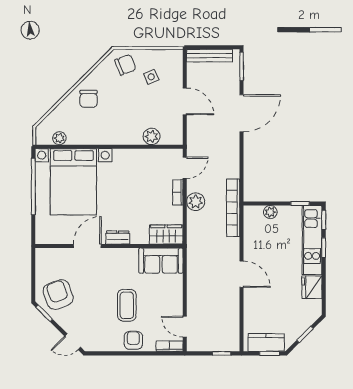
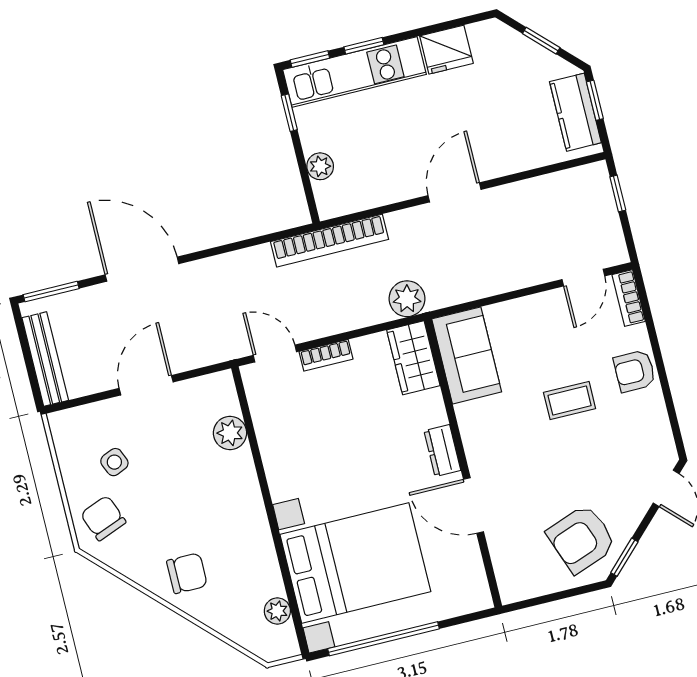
plant: (196, 202) -> (407, 299), moved
coffee table: (127, 305) -> (570, 401), width x0.73, depth x0.77

